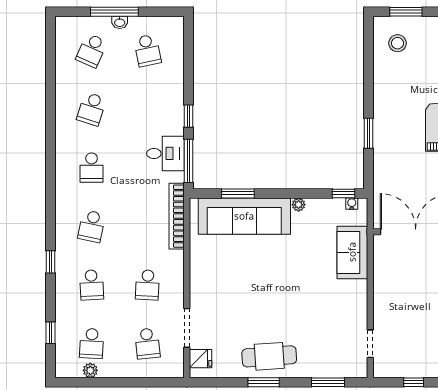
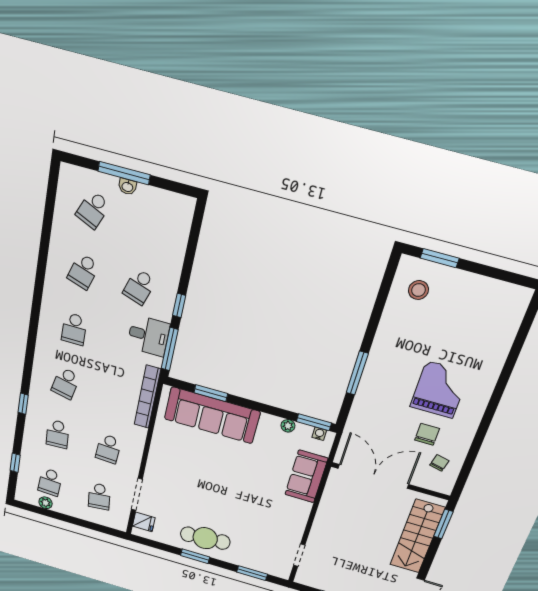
school desk: (147, 50) -> (139, 287), moved, turned 30
window: (369, 133) -> (357, 373), width x1.44
window: (343, 193) -> (314, 422), width x1.50
plant: (299, 205) -> (288, 426), moved

